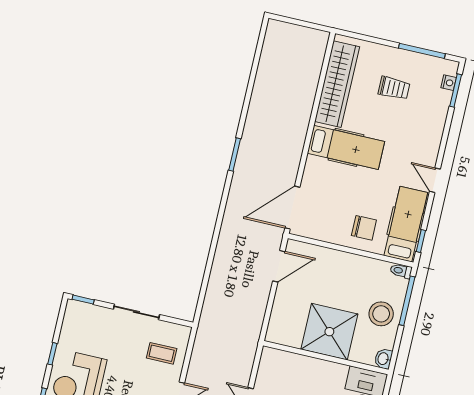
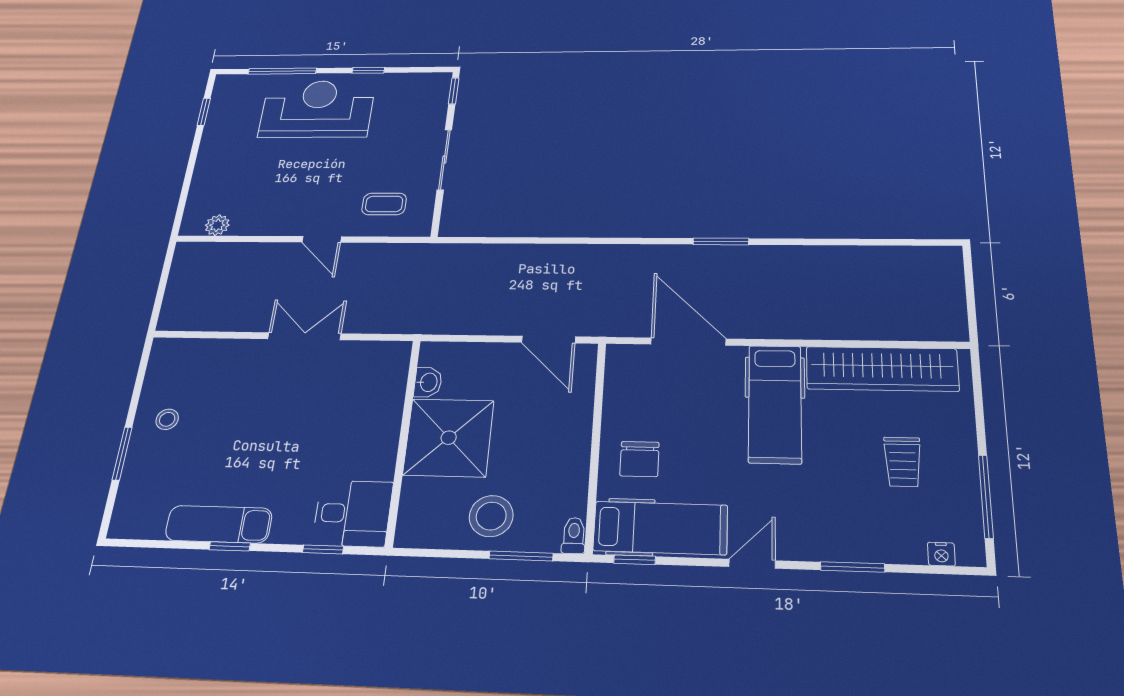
window: (456, 90) -> (853, 567), moved
door: (292, 208) -> (688, 341), moved
window: (407, 301) -> (521, 556), width x0.69
coffee table: (162, 353) -> (384, 204), turned 90
washbasin: (383, 359) -> (428, 382), moved, turned 90

